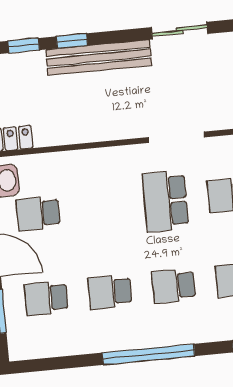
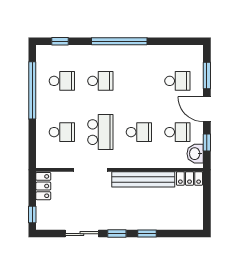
window: (24, 46) -> (117, 234), moved
bench: (99, 58) -> (143, 179), moved
school desk: (110, 292) -> (139, 132), moved

